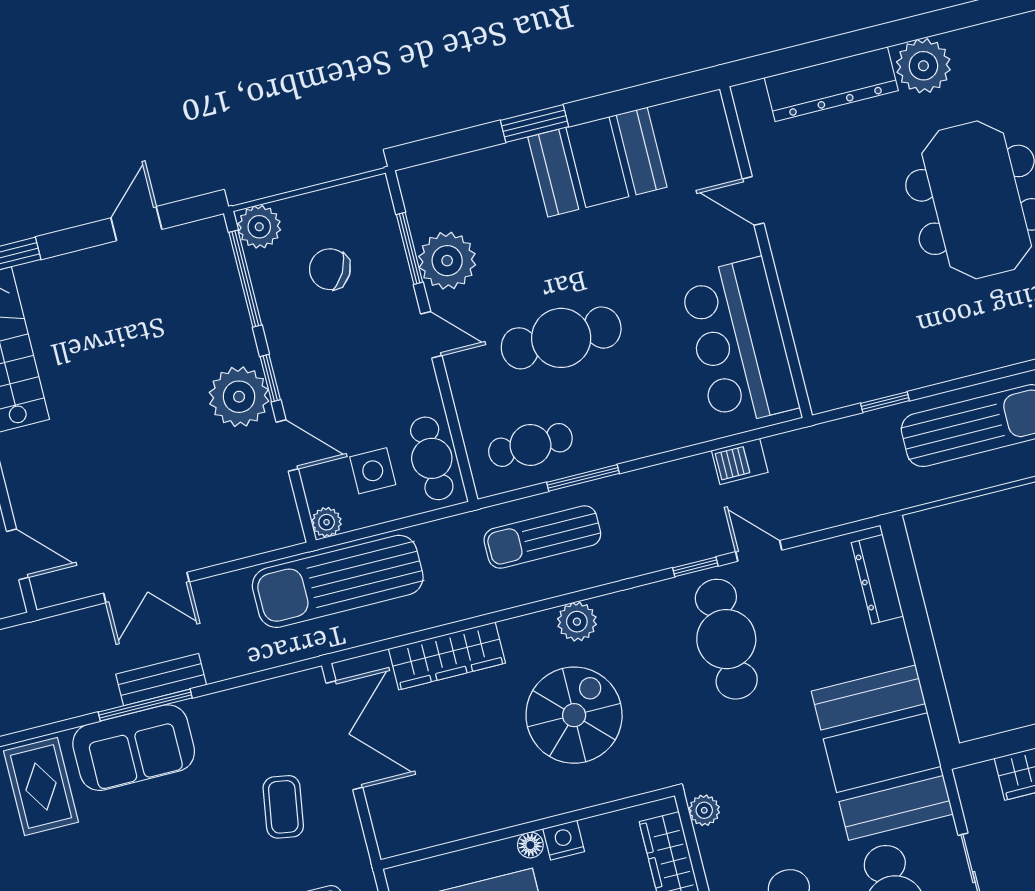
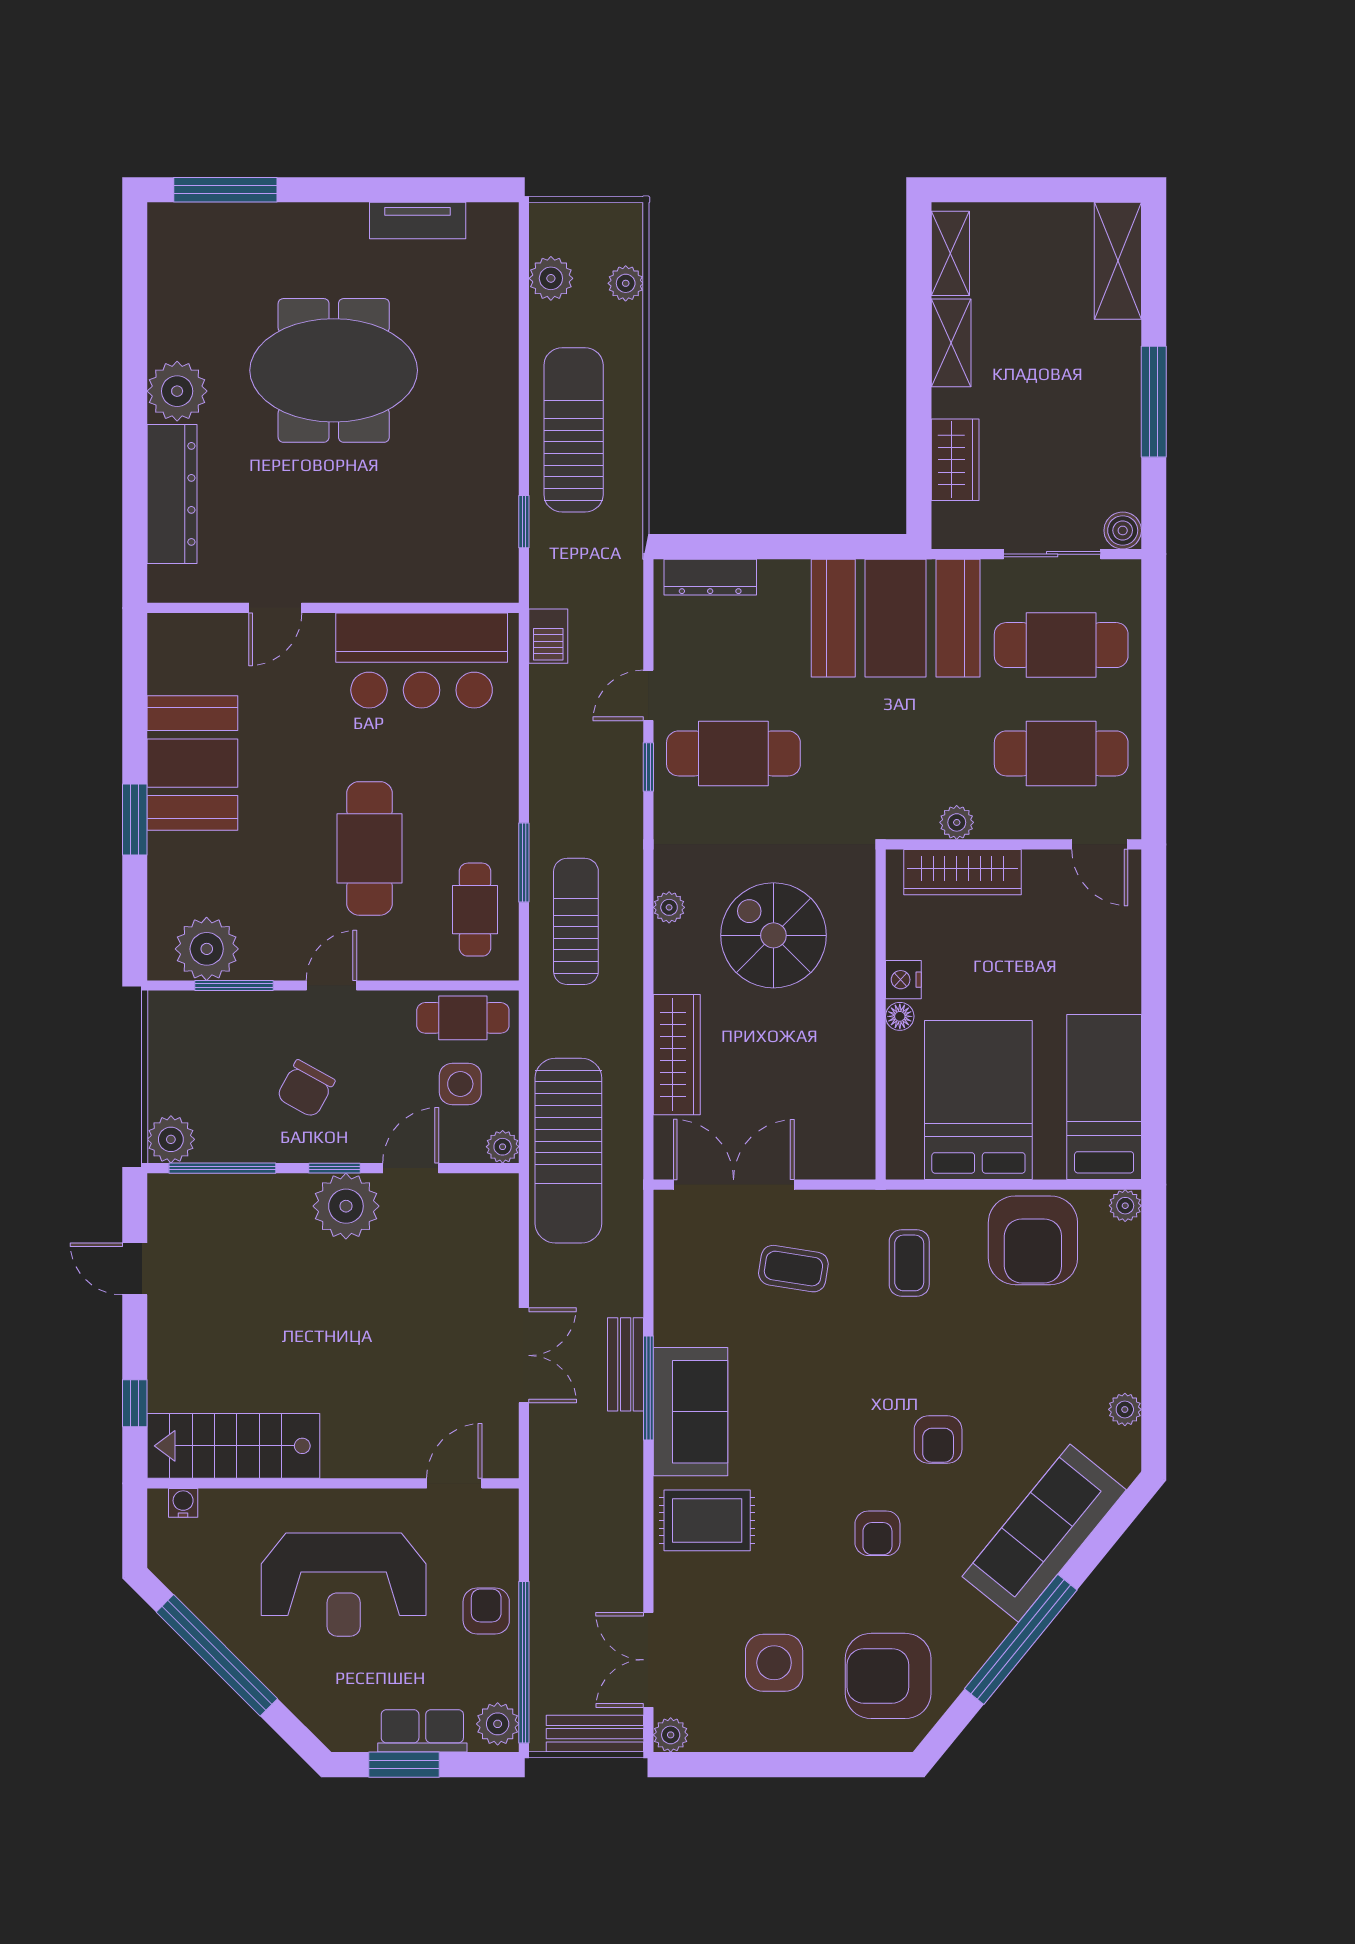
plant: (447, 261) -> (207, 949), moved
chair: (330, 269) -> (306, 1089), moved
barbecue: (740, 461) -> (548, 636), moved
sun lounger: (542, 537) -> (576, 921), turned 180
plant: (577, 622) -> (669, 907), width x0.73, depth x0.73
plant: (704, 810) -> (957, 822), moved

